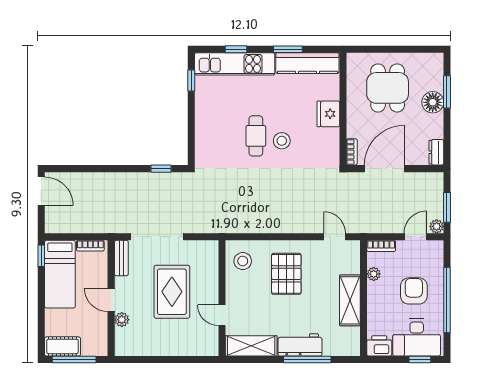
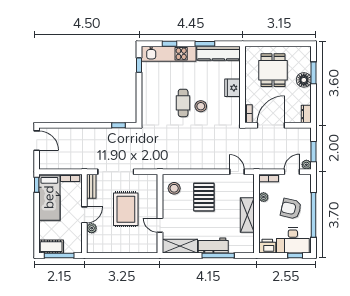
armchair: (414, 291) -> (291, 209), turned -77
door: (111, 300) -> (84, 215), swing flipped

